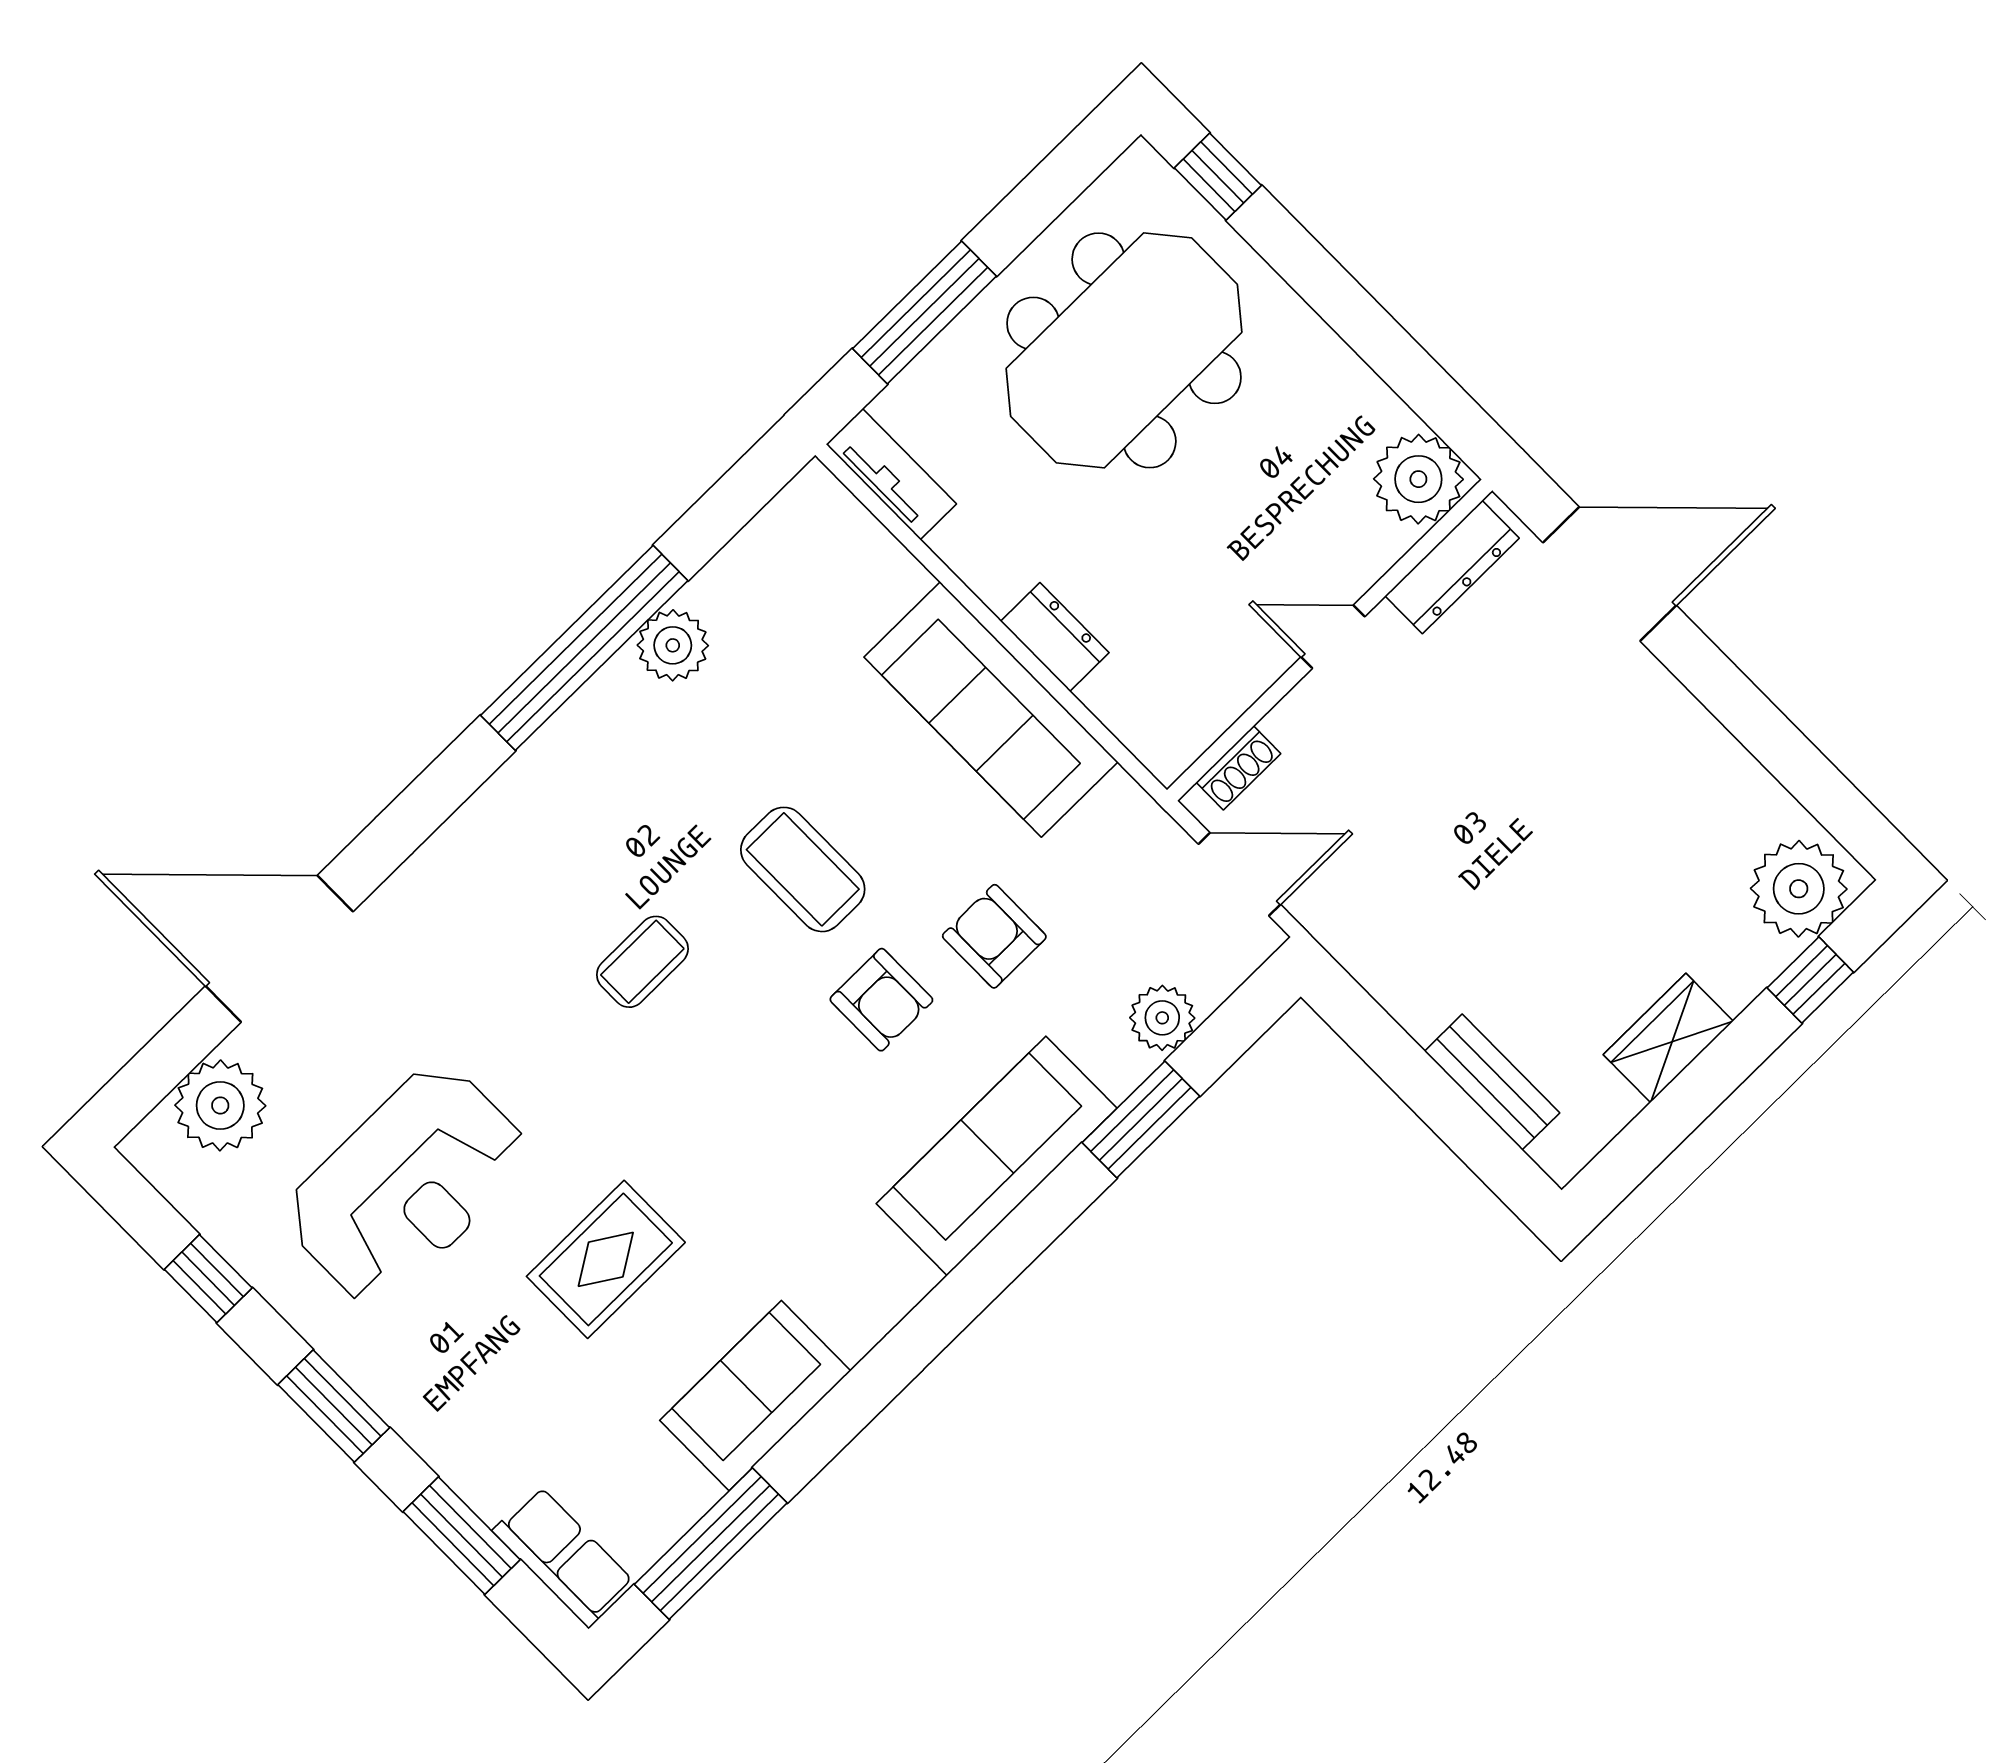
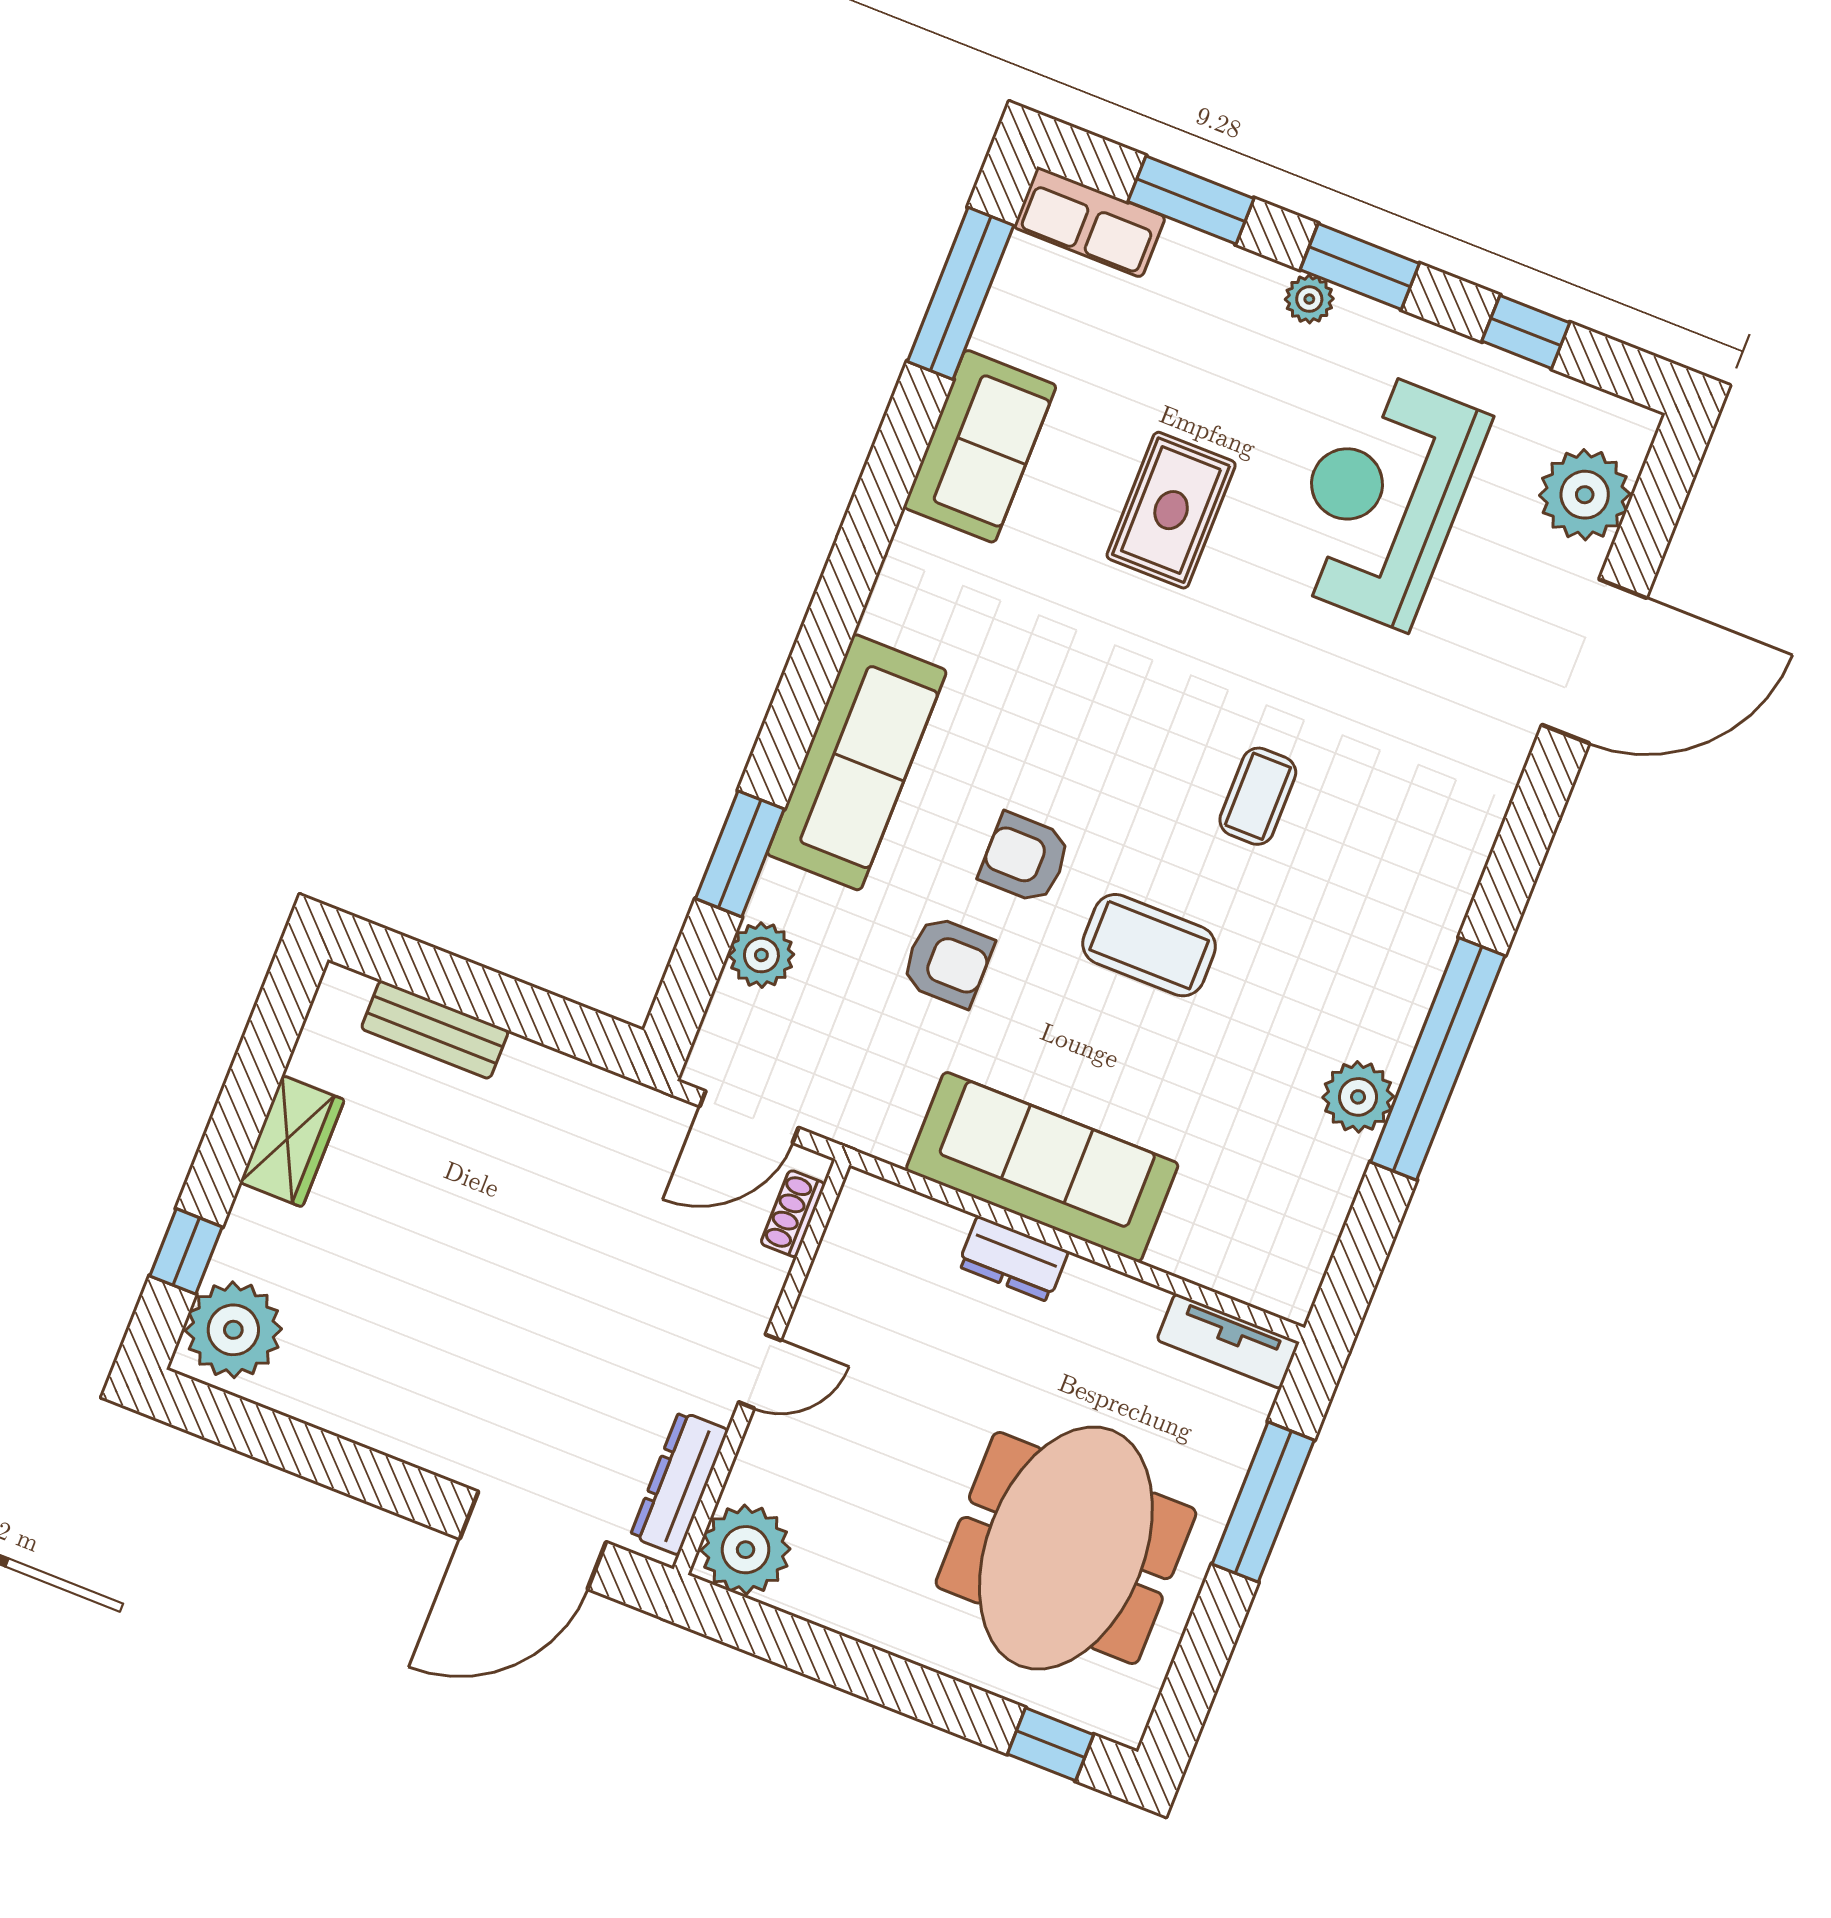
plant: (393, 1397) -> (1309, 299), added

